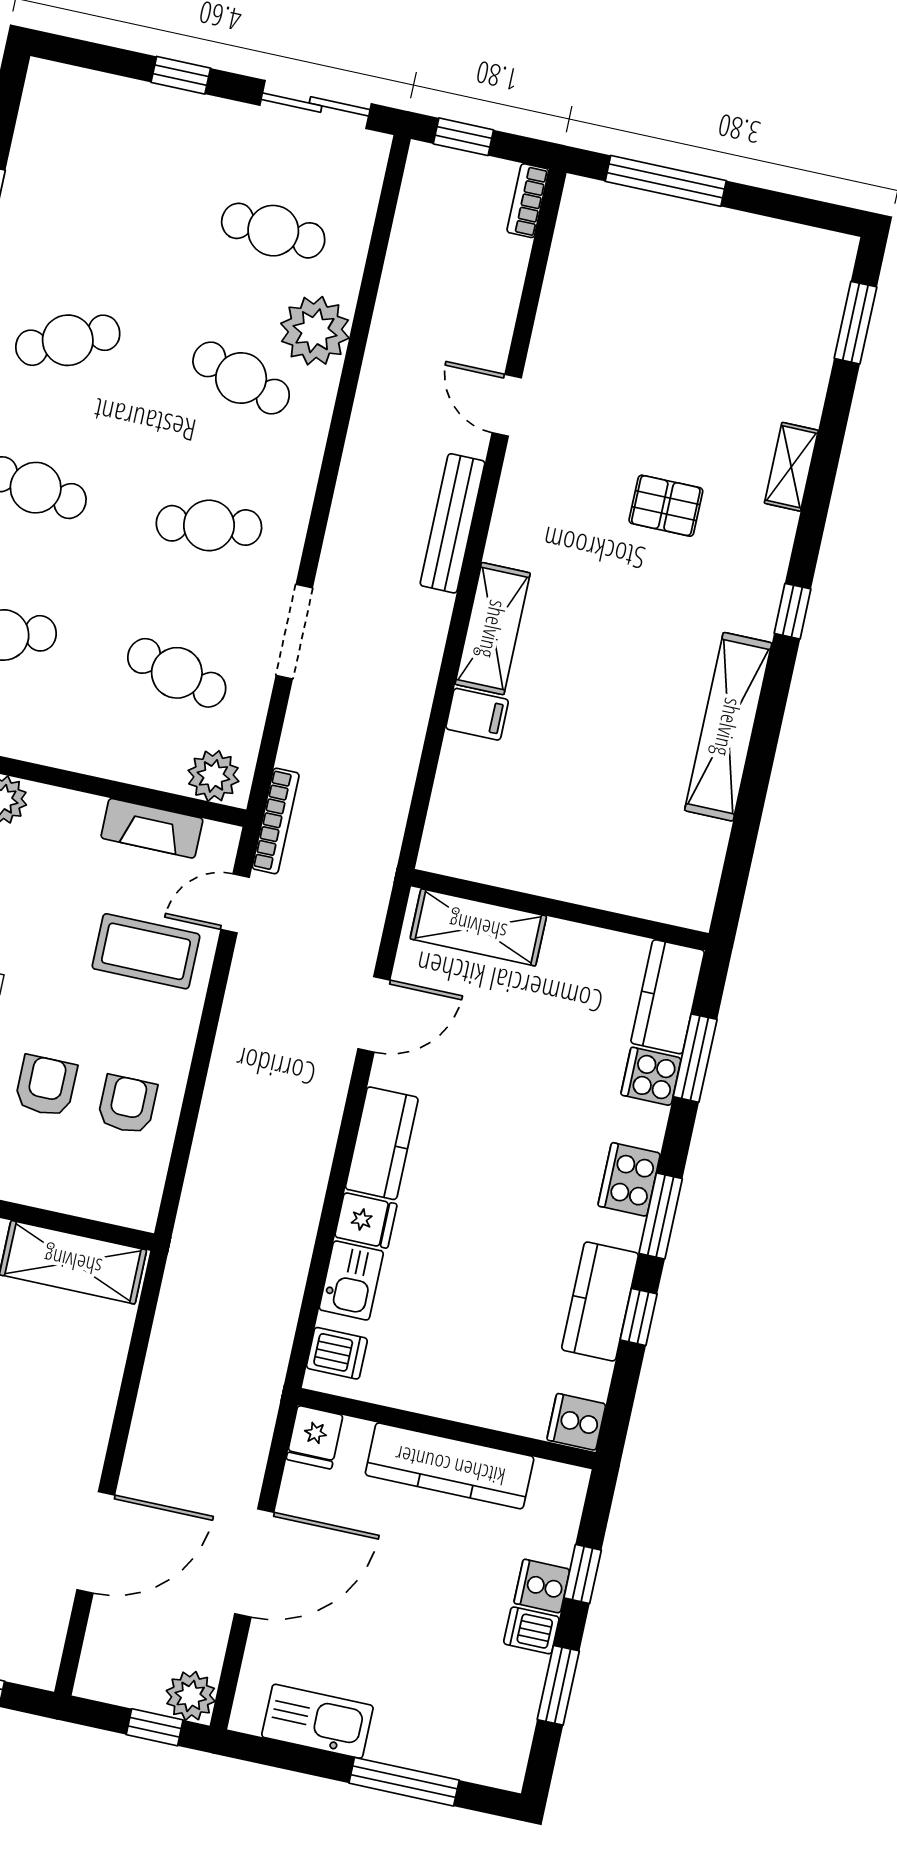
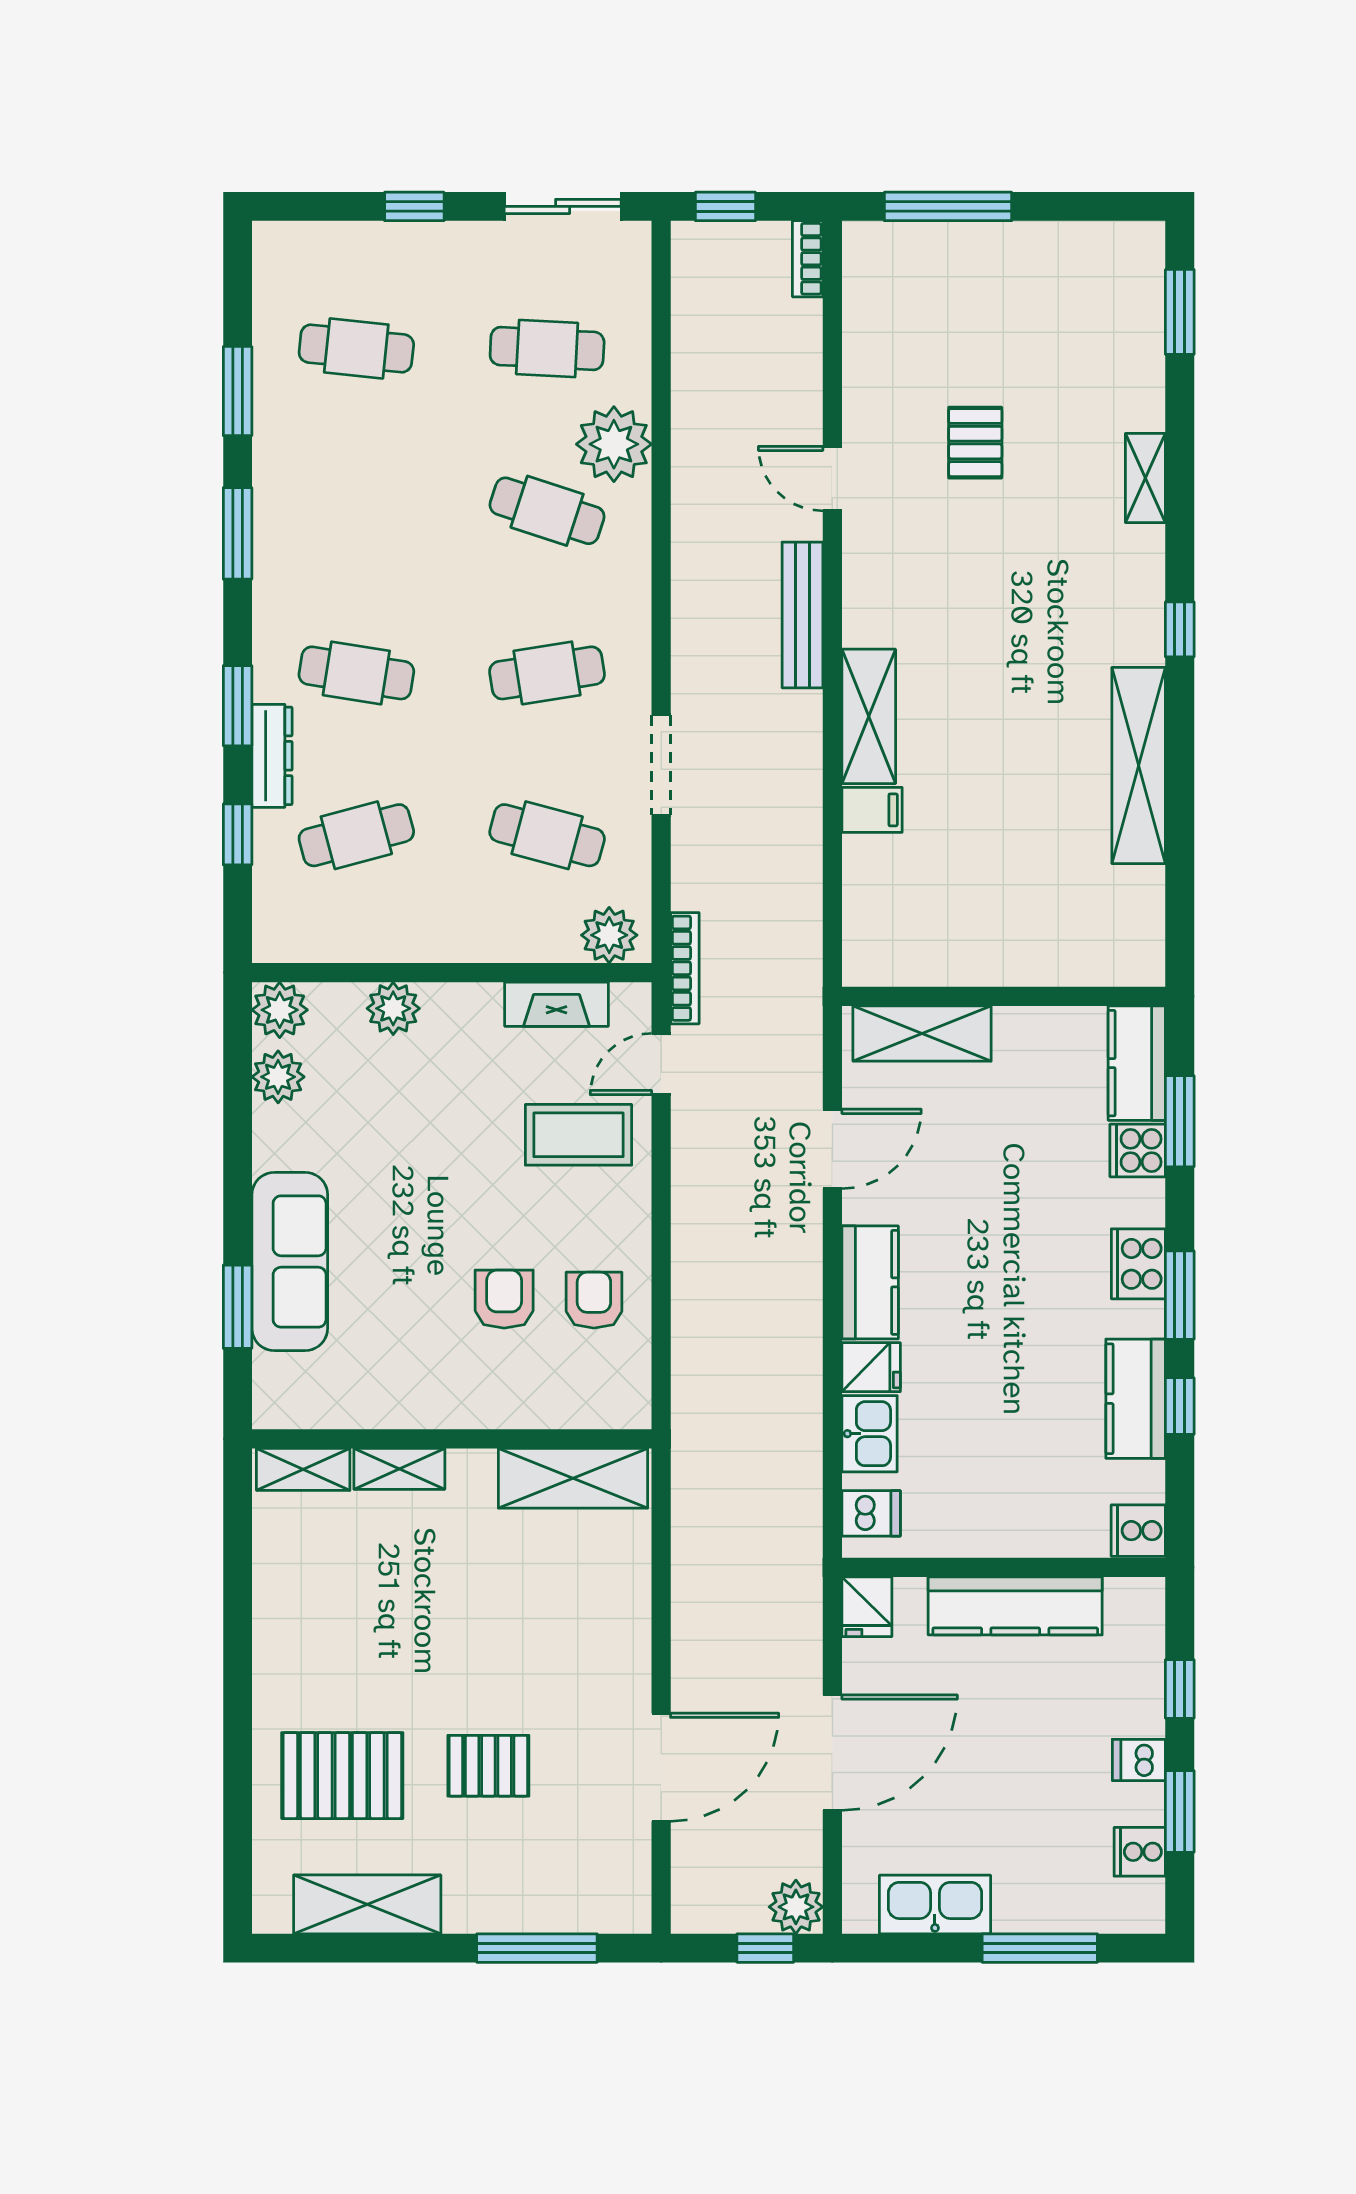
cafe table: (68, 340) -> (356, 349), moved, turned 30
pallet: (666, 506) -> (975, 443), moved, turned 90
cooker: (542, 1586) -> (1140, 1852), moved

